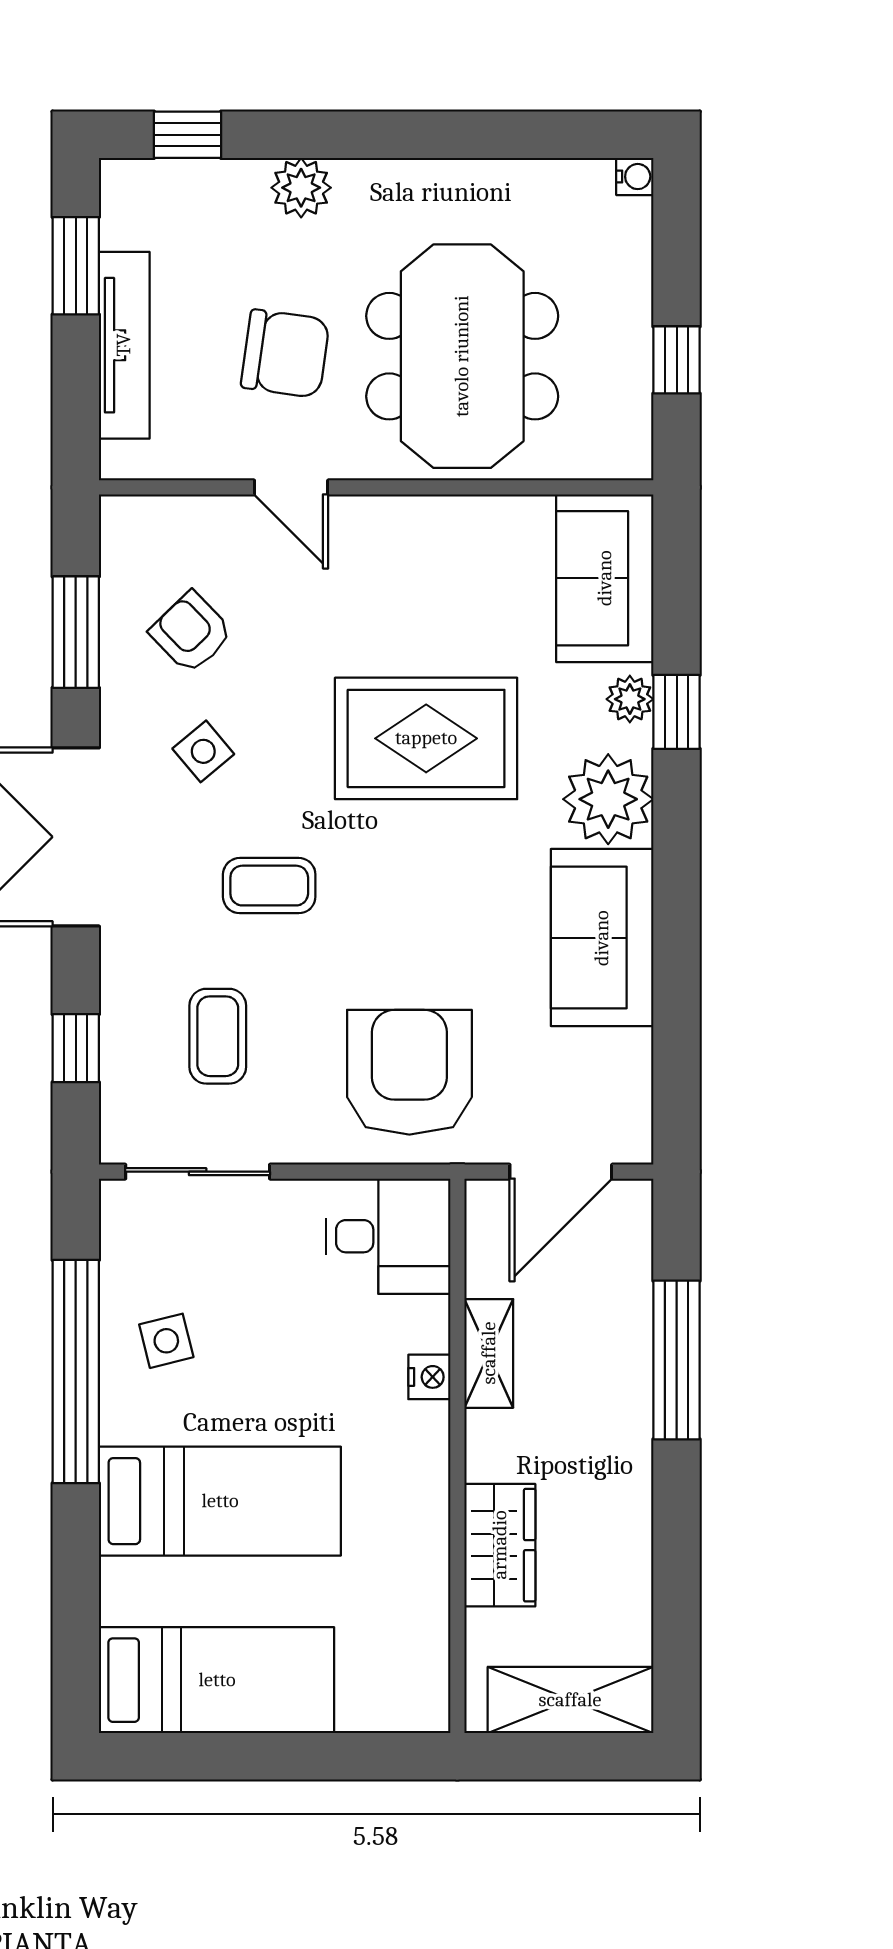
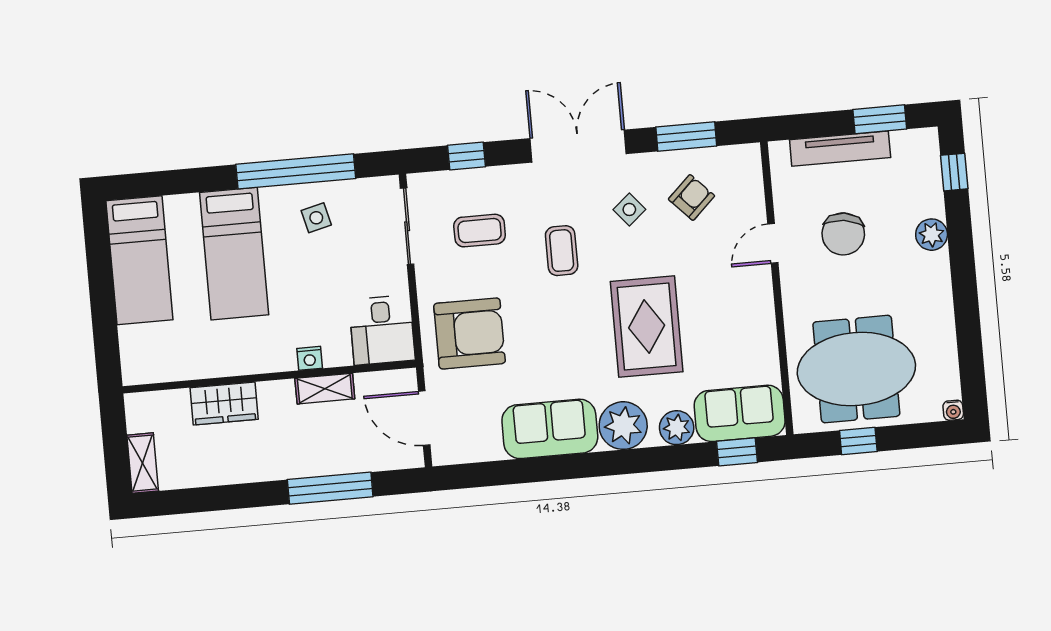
meeting table: (462, 356) -> (856, 369), moved
plant: (630, 699) -> (677, 428), width x1.38, depth x1.38
window: (677, 712) -> (737, 452), moved
shelving: (570, 1700) -> (143, 463), width x0.67, depth x0.75

